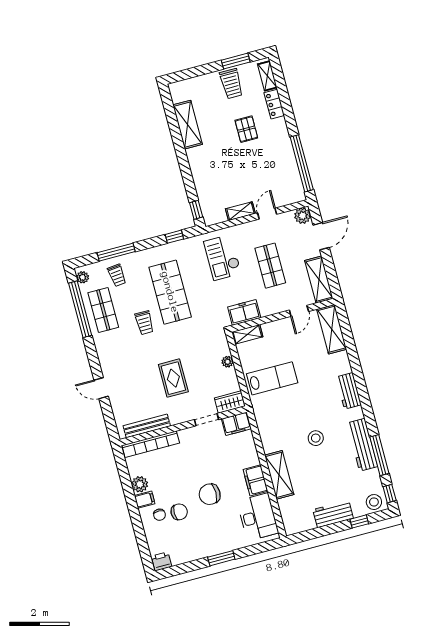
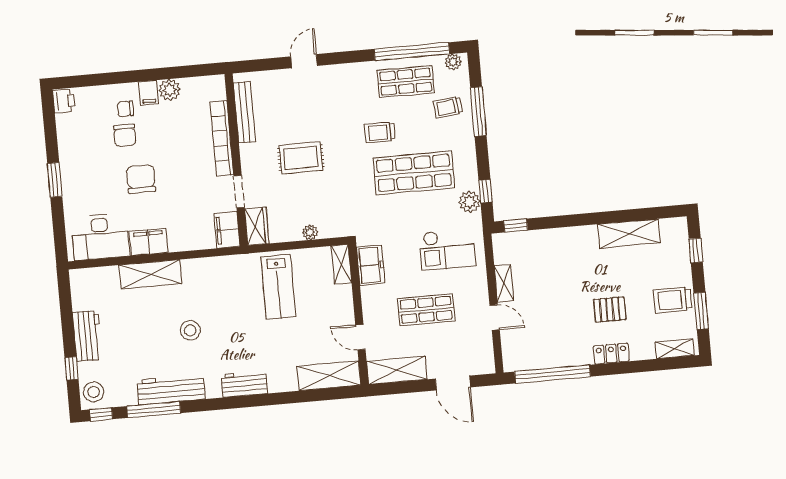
window: (192, 73) -> (696, 250), added
locker: (274, 104) -> (611, 354), moved
plant: (303, 216) -> (470, 202), moved
checkout: (222, 257) -> (447, 249), turned 180
bookcase: (151, 444) -> (222, 138), moved

